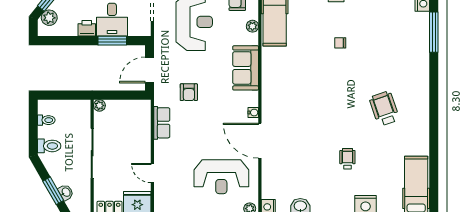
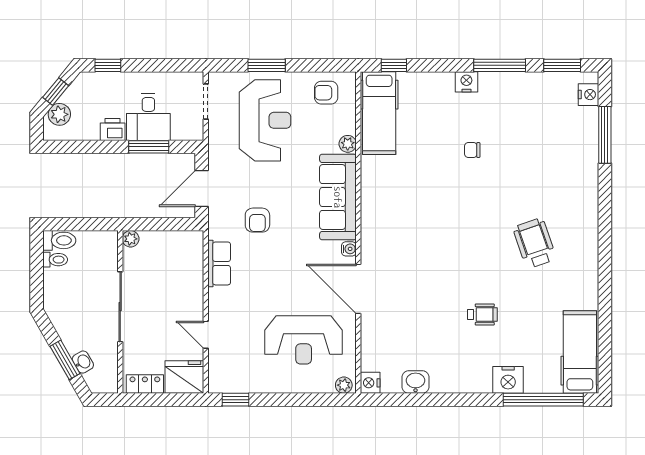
plant: (252, 26) -> (348, 144), moved
sofa: (246, 68) -> (338, 197), width x1.36
toilet: (49, 146) -> (59, 240), moved
wheelchair: (347, 159) -> (482, 315), turned 90

